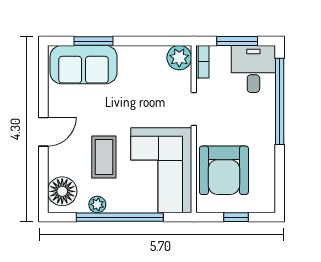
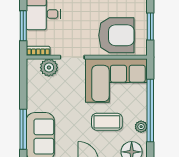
window: (94, 41) -> (23, 129), width x1.44
plant: (179, 58) -> (49, 68), moved
window: (236, 217) -> (150, 27), width x1.50

